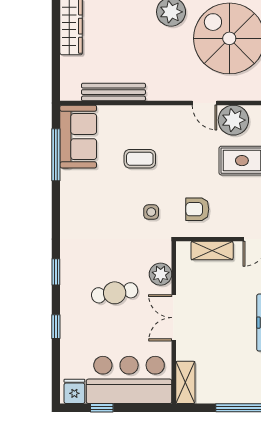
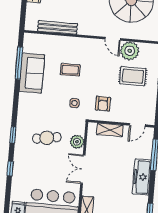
sofa: (78, 137) -> (32, 73), moved
armchair: (197, 209) -> (103, 104), turned -90
cafe table: (115, 293) -> (47, 138), moved

